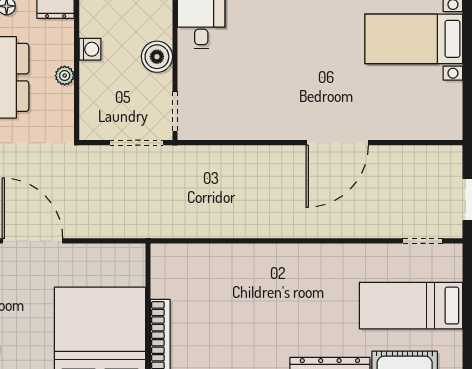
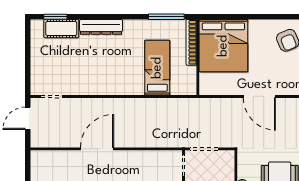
bed: (411, 306) -> (157, 68), moved, turned -90

